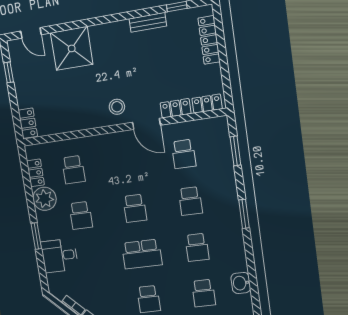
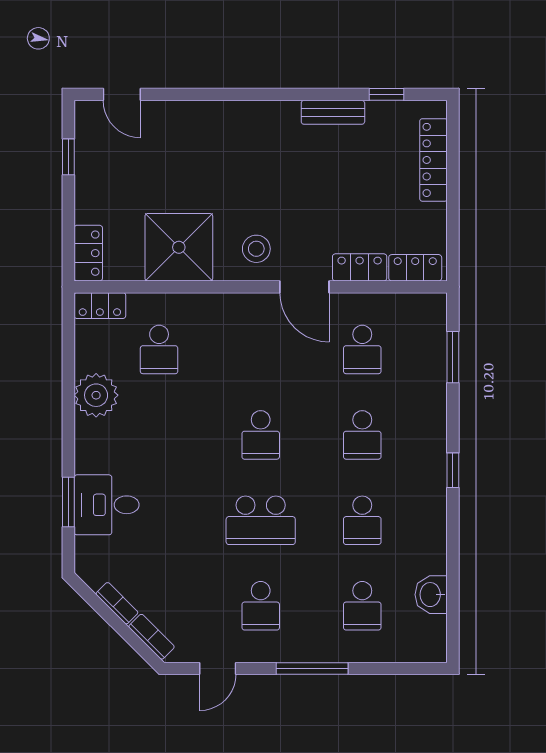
shower: (72, 48) -> (179, 247), moved
locker: (35, 173) -> (100, 306), moved, turned 90
window: (244, 214) -> (453, 470), width x0.67
school desk: (81, 215) -> (159, 435), removed
window: (36, 236) -> (68, 502), moved

